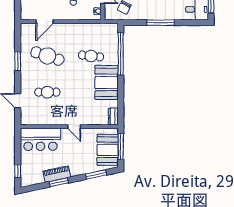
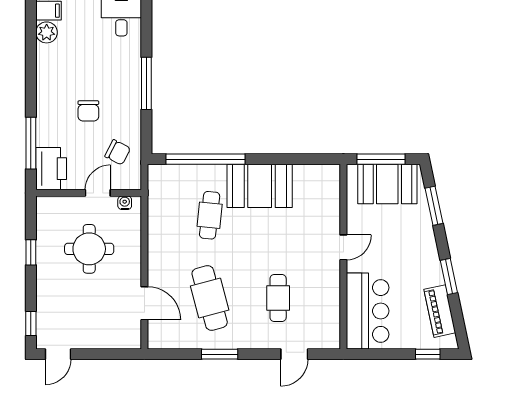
cafe table: (47, 56) -> (210, 298), turned -33
dresser: (113, 116) -> (324, 173), removed
piano: (57, 174) -> (440, 311), moved

